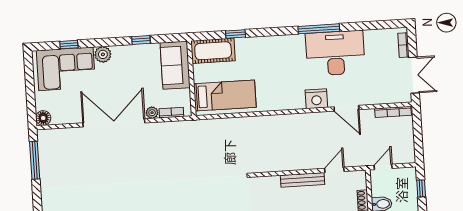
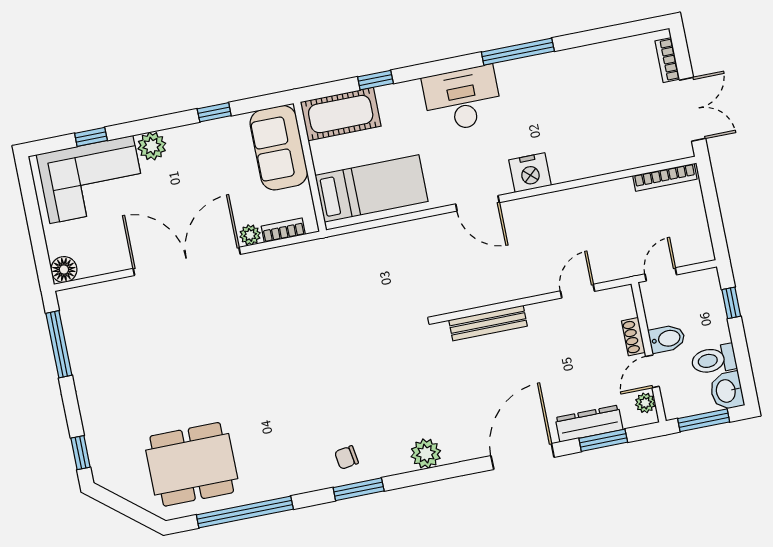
desk: (335, 53) -> (462, 99), moved, width x0.73, depth x0.77
door: (346, 108) -> (478, 203), moved
bench: (302, 180) -> (488, 323), moved

